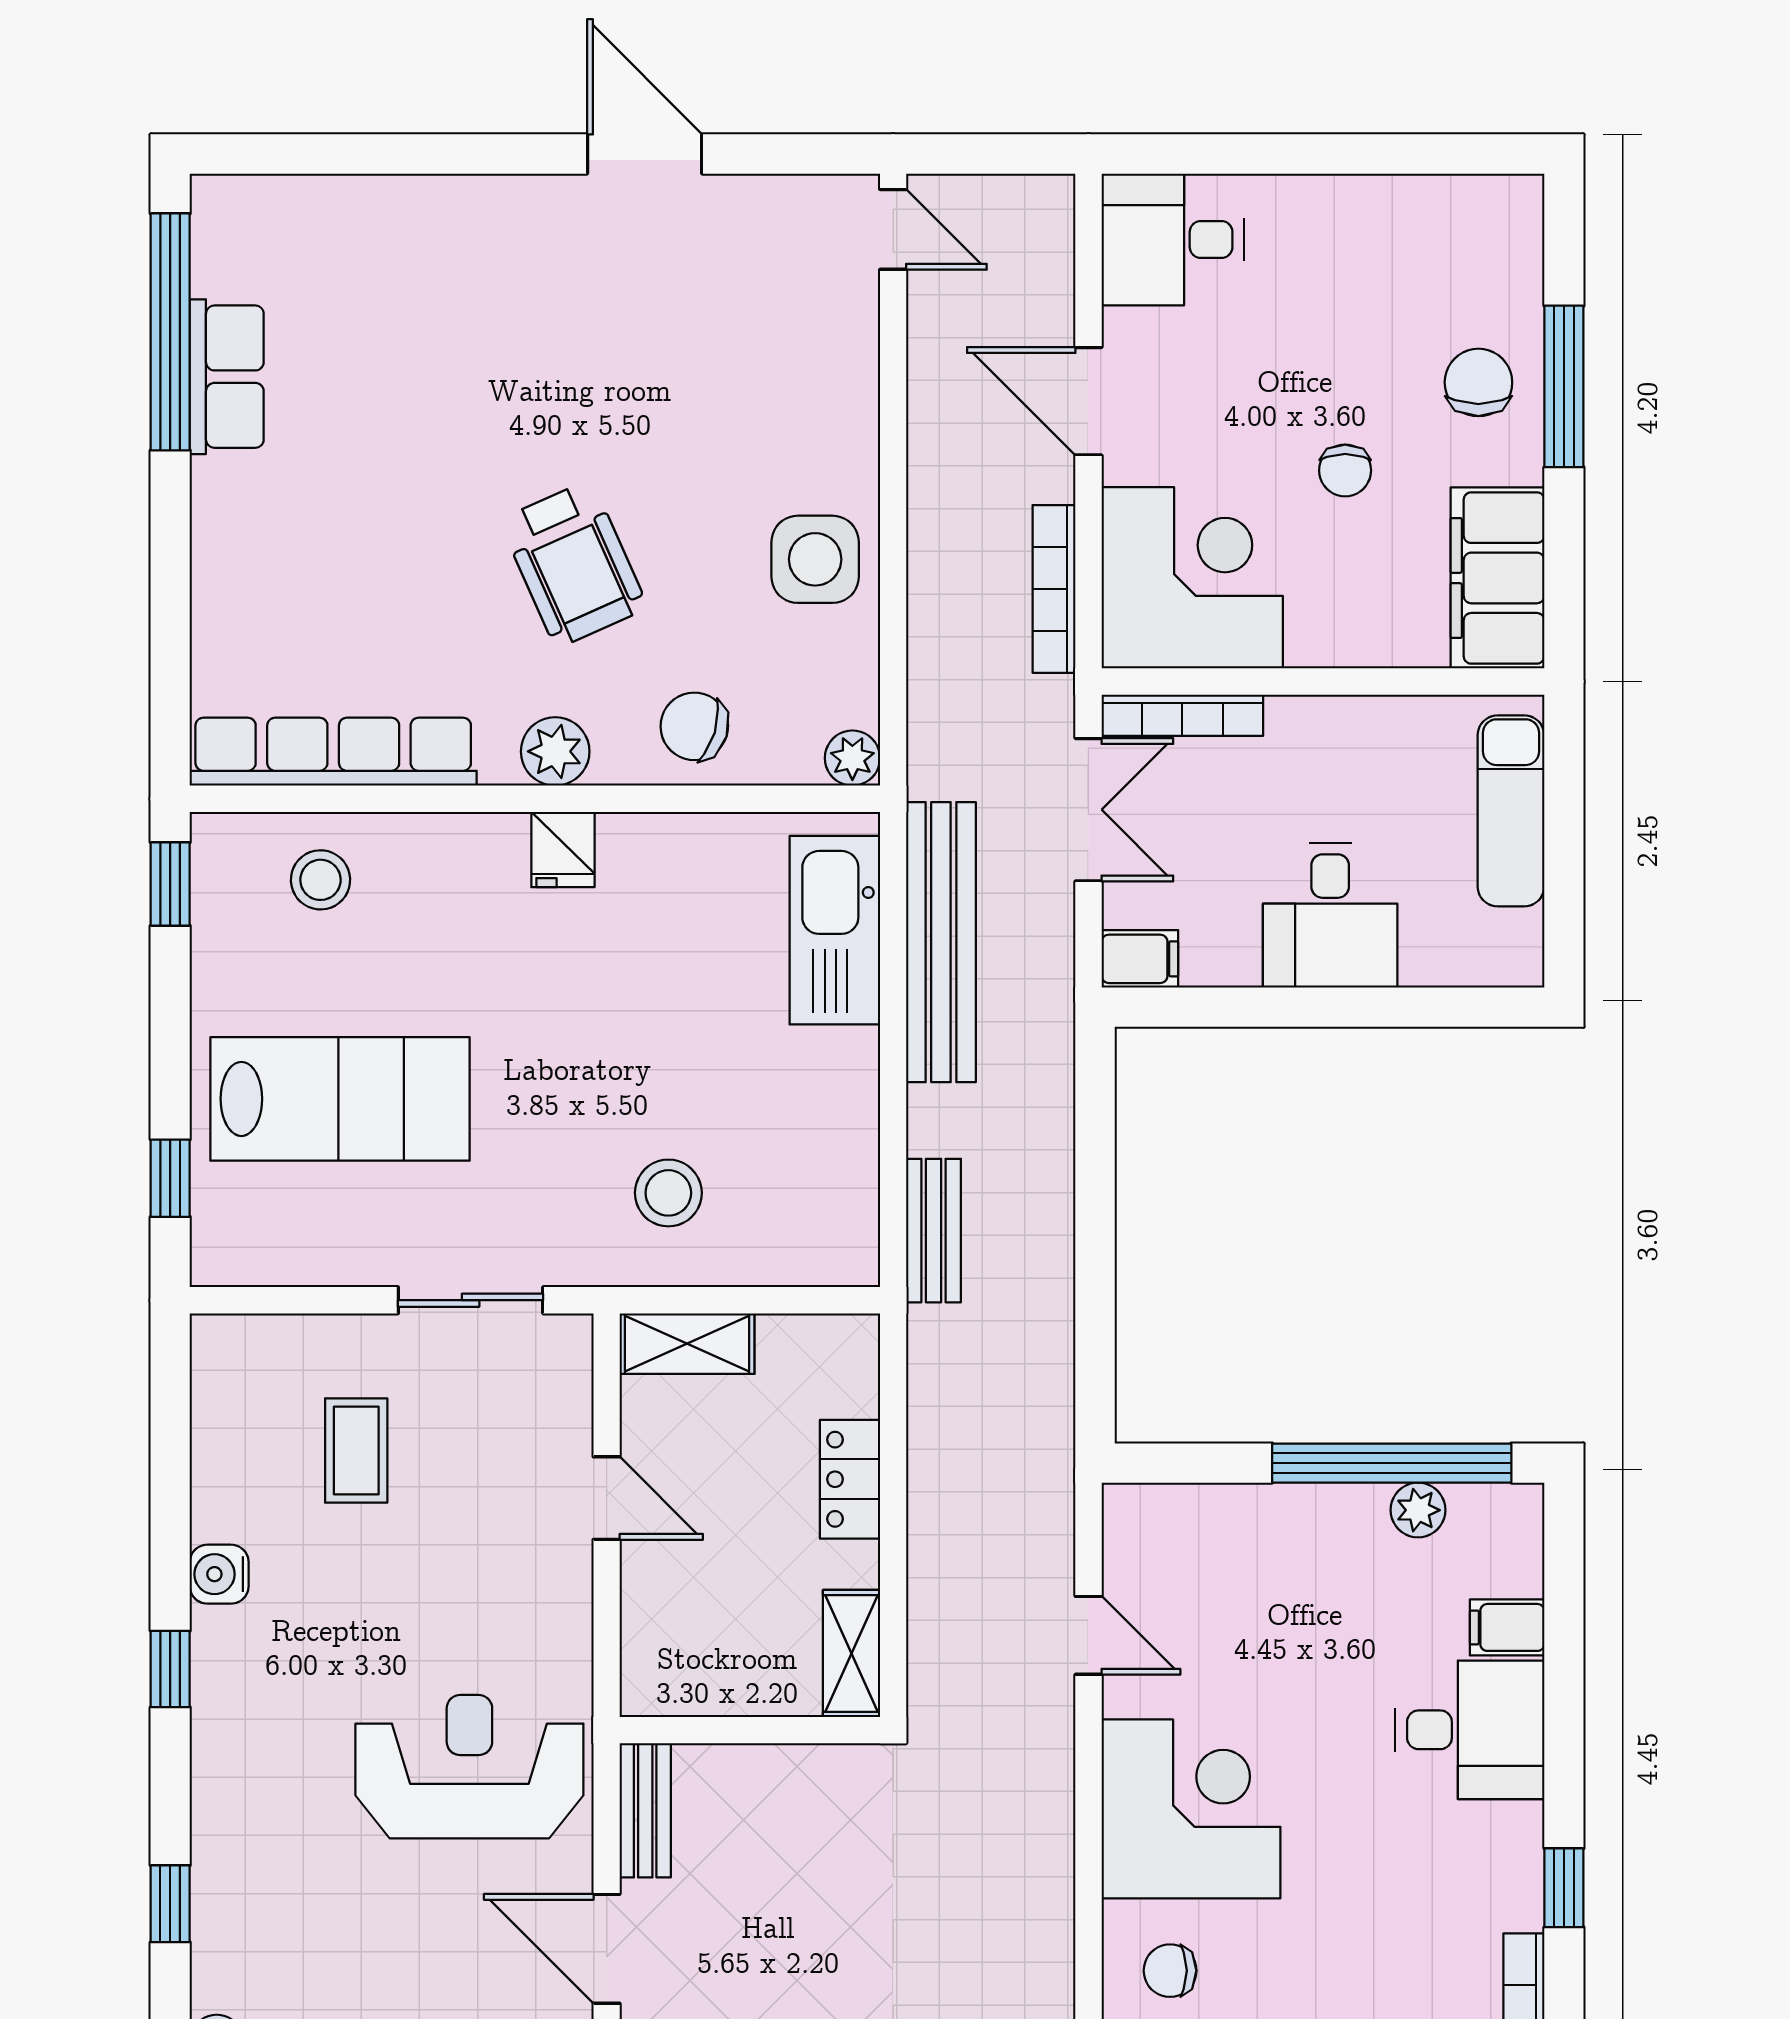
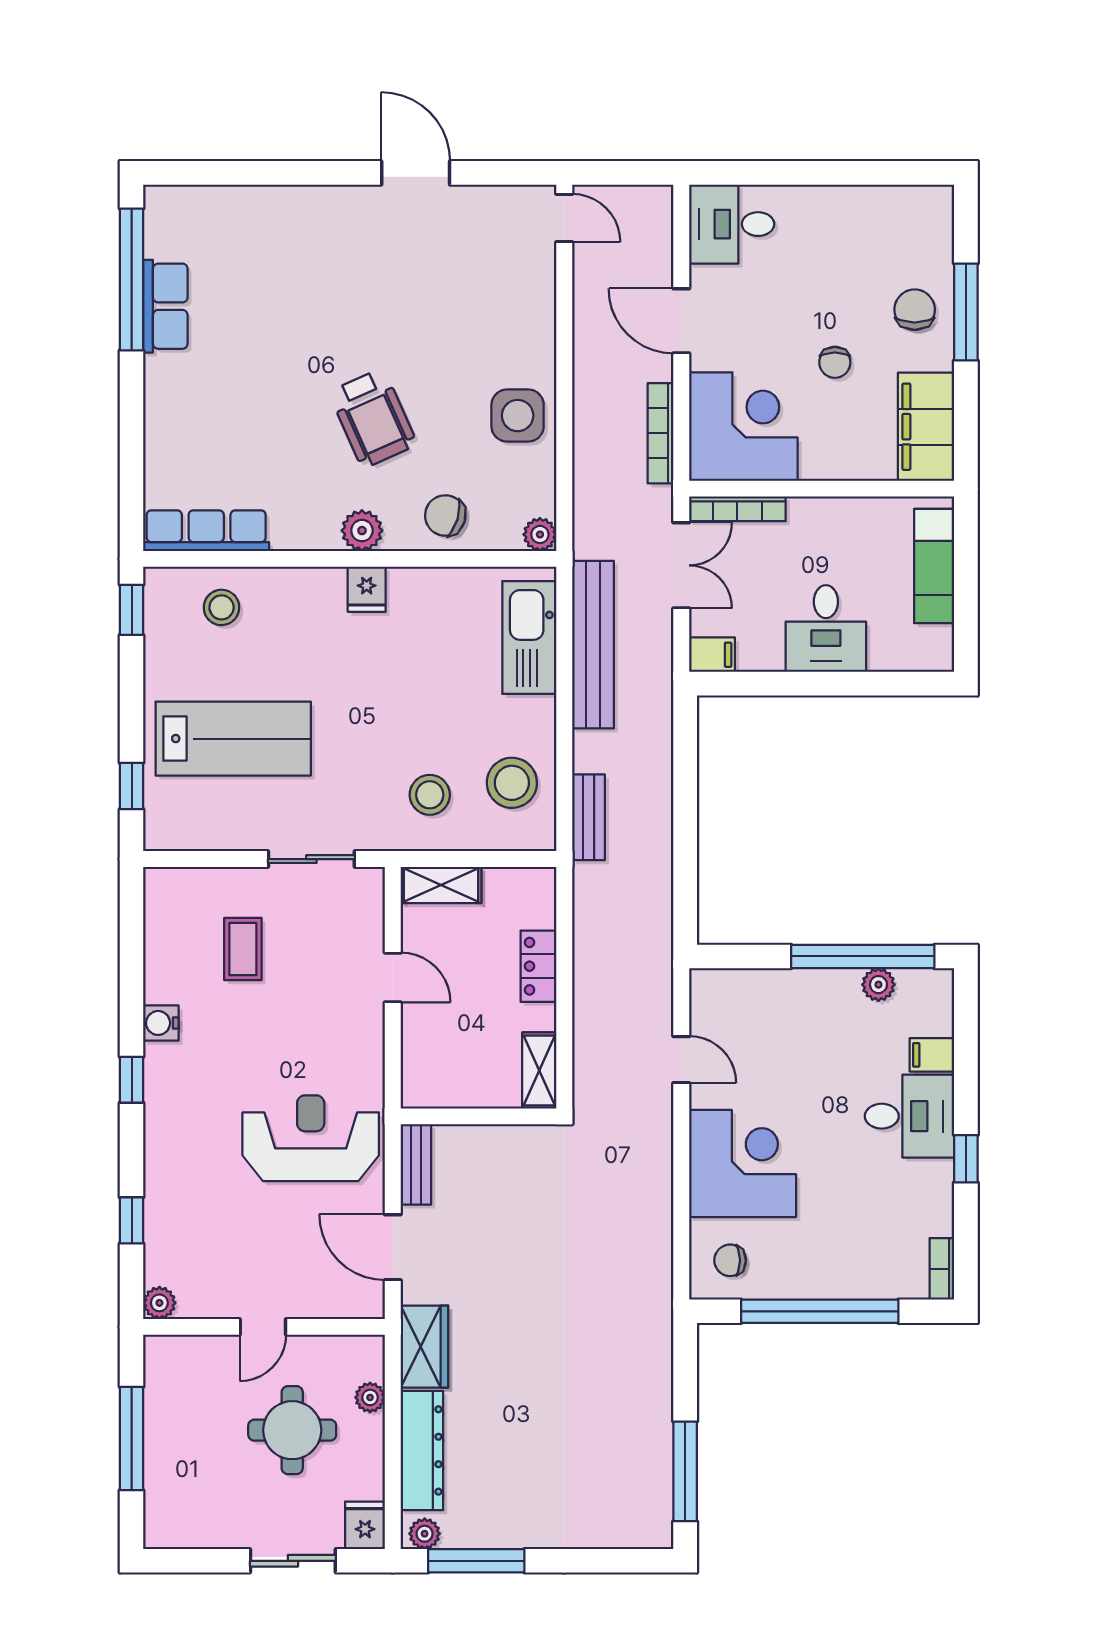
row of seats: (333, 752) -> (206, 531), width x0.73
stool: (806, 1173) -> (512, 783), added
window: (1564, 1888) -> (966, 1159), moved

